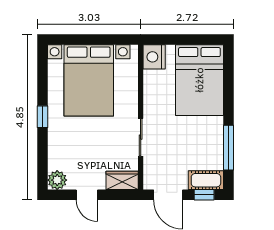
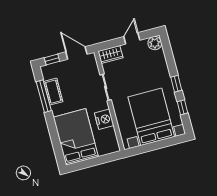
nightstand: (154, 57) -> (104, 119), moved
window: (42, 82) -> (183, 107), added
cot: (206, 180) -> (53, 92), moved, turned 90
door: (87, 195) -> (132, 38), hinge flipped

